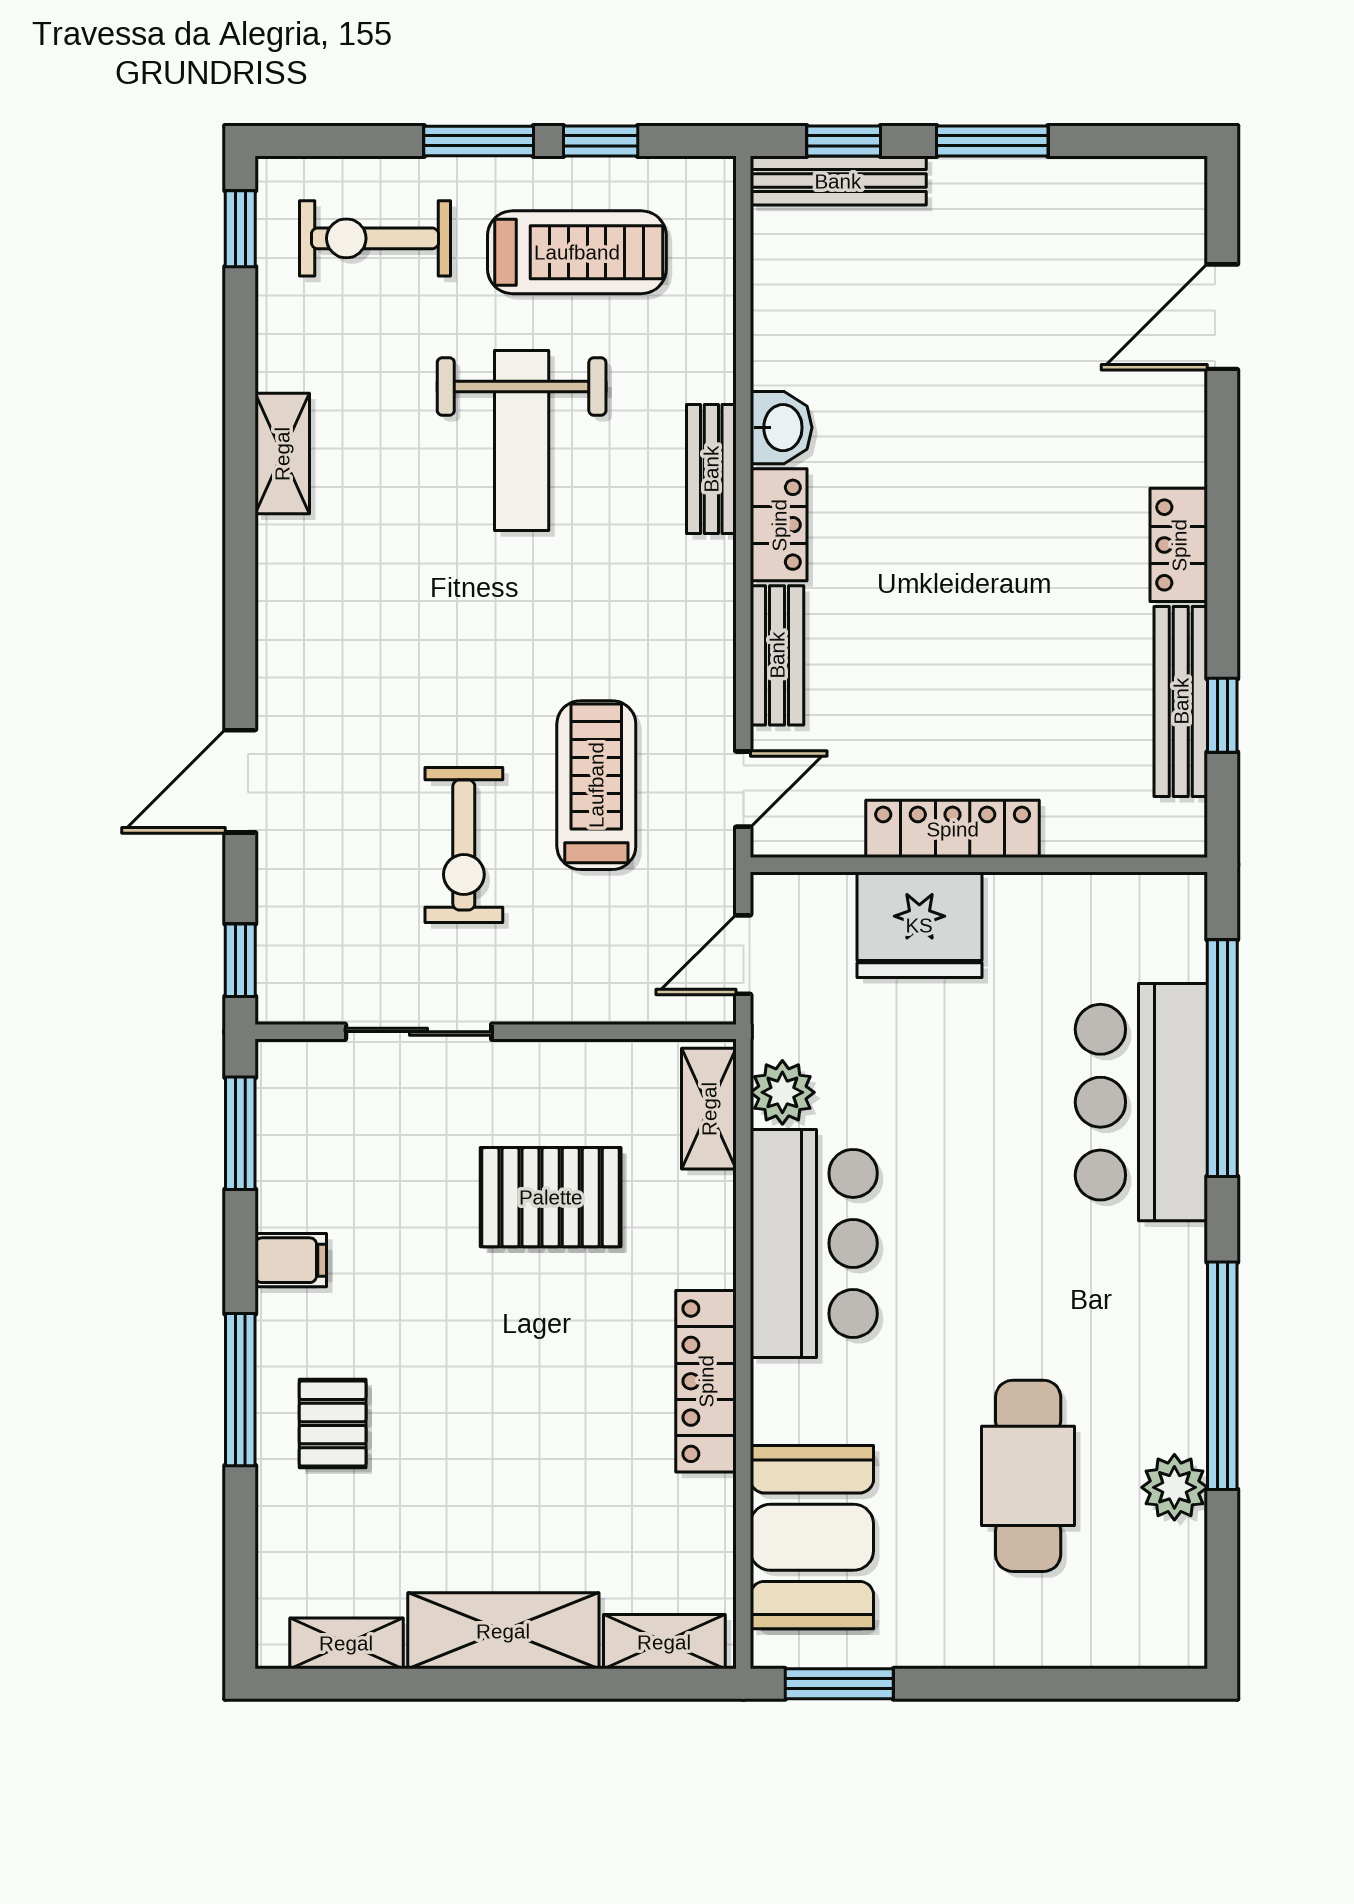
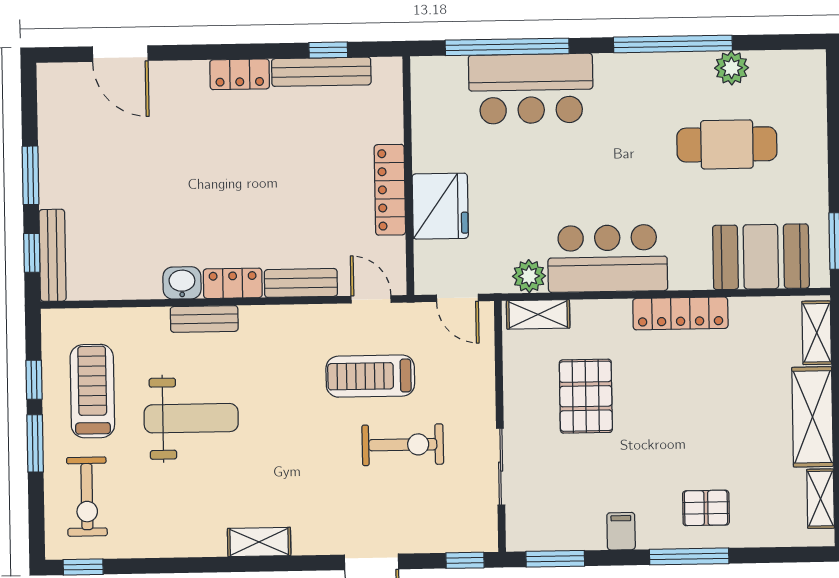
shelving: (282, 454) -> (259, 542), moved

